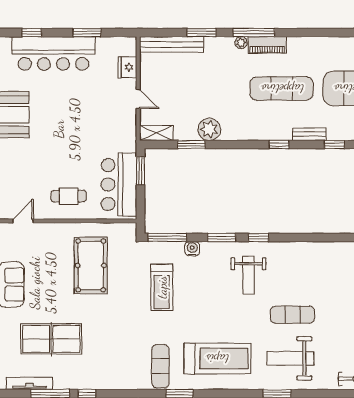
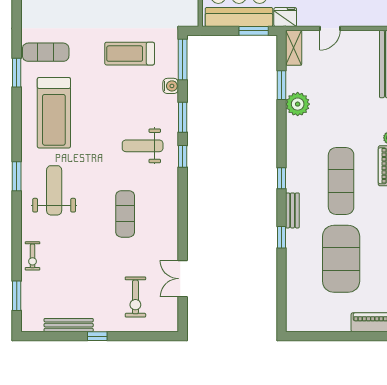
fridge: (127, 67) -> (285, 17), moved
exercise mat: (292, 315) -> (125, 214), moved

